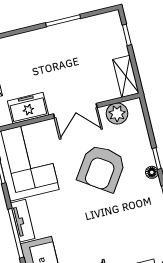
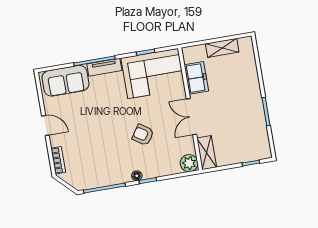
shelving: (126, 76) -> (207, 153), moved, turned 90
plant: (117, 114) -> (189, 163), moved
armchair: (102, 168) -> (143, 135), width x0.53, depth x0.53

